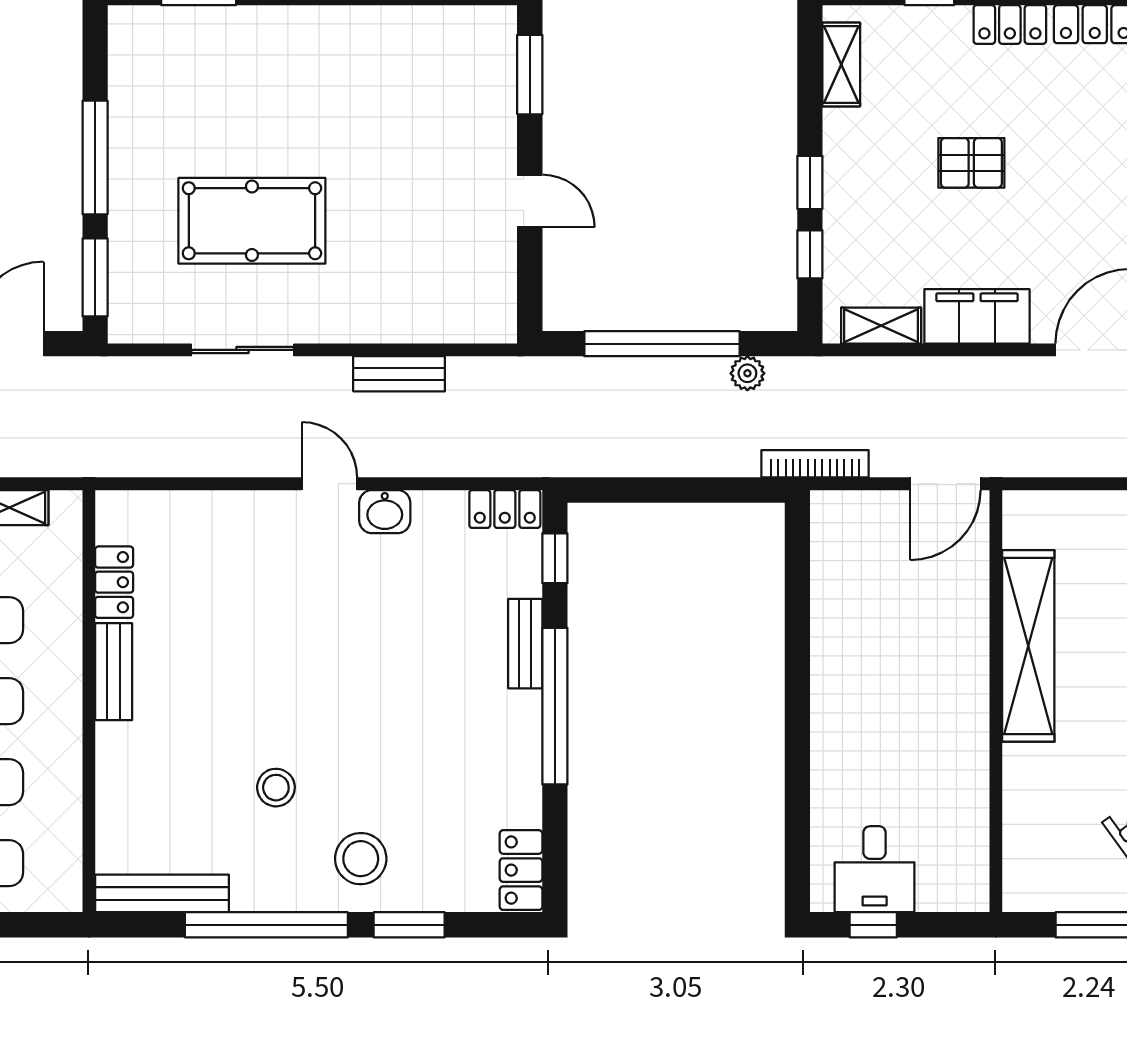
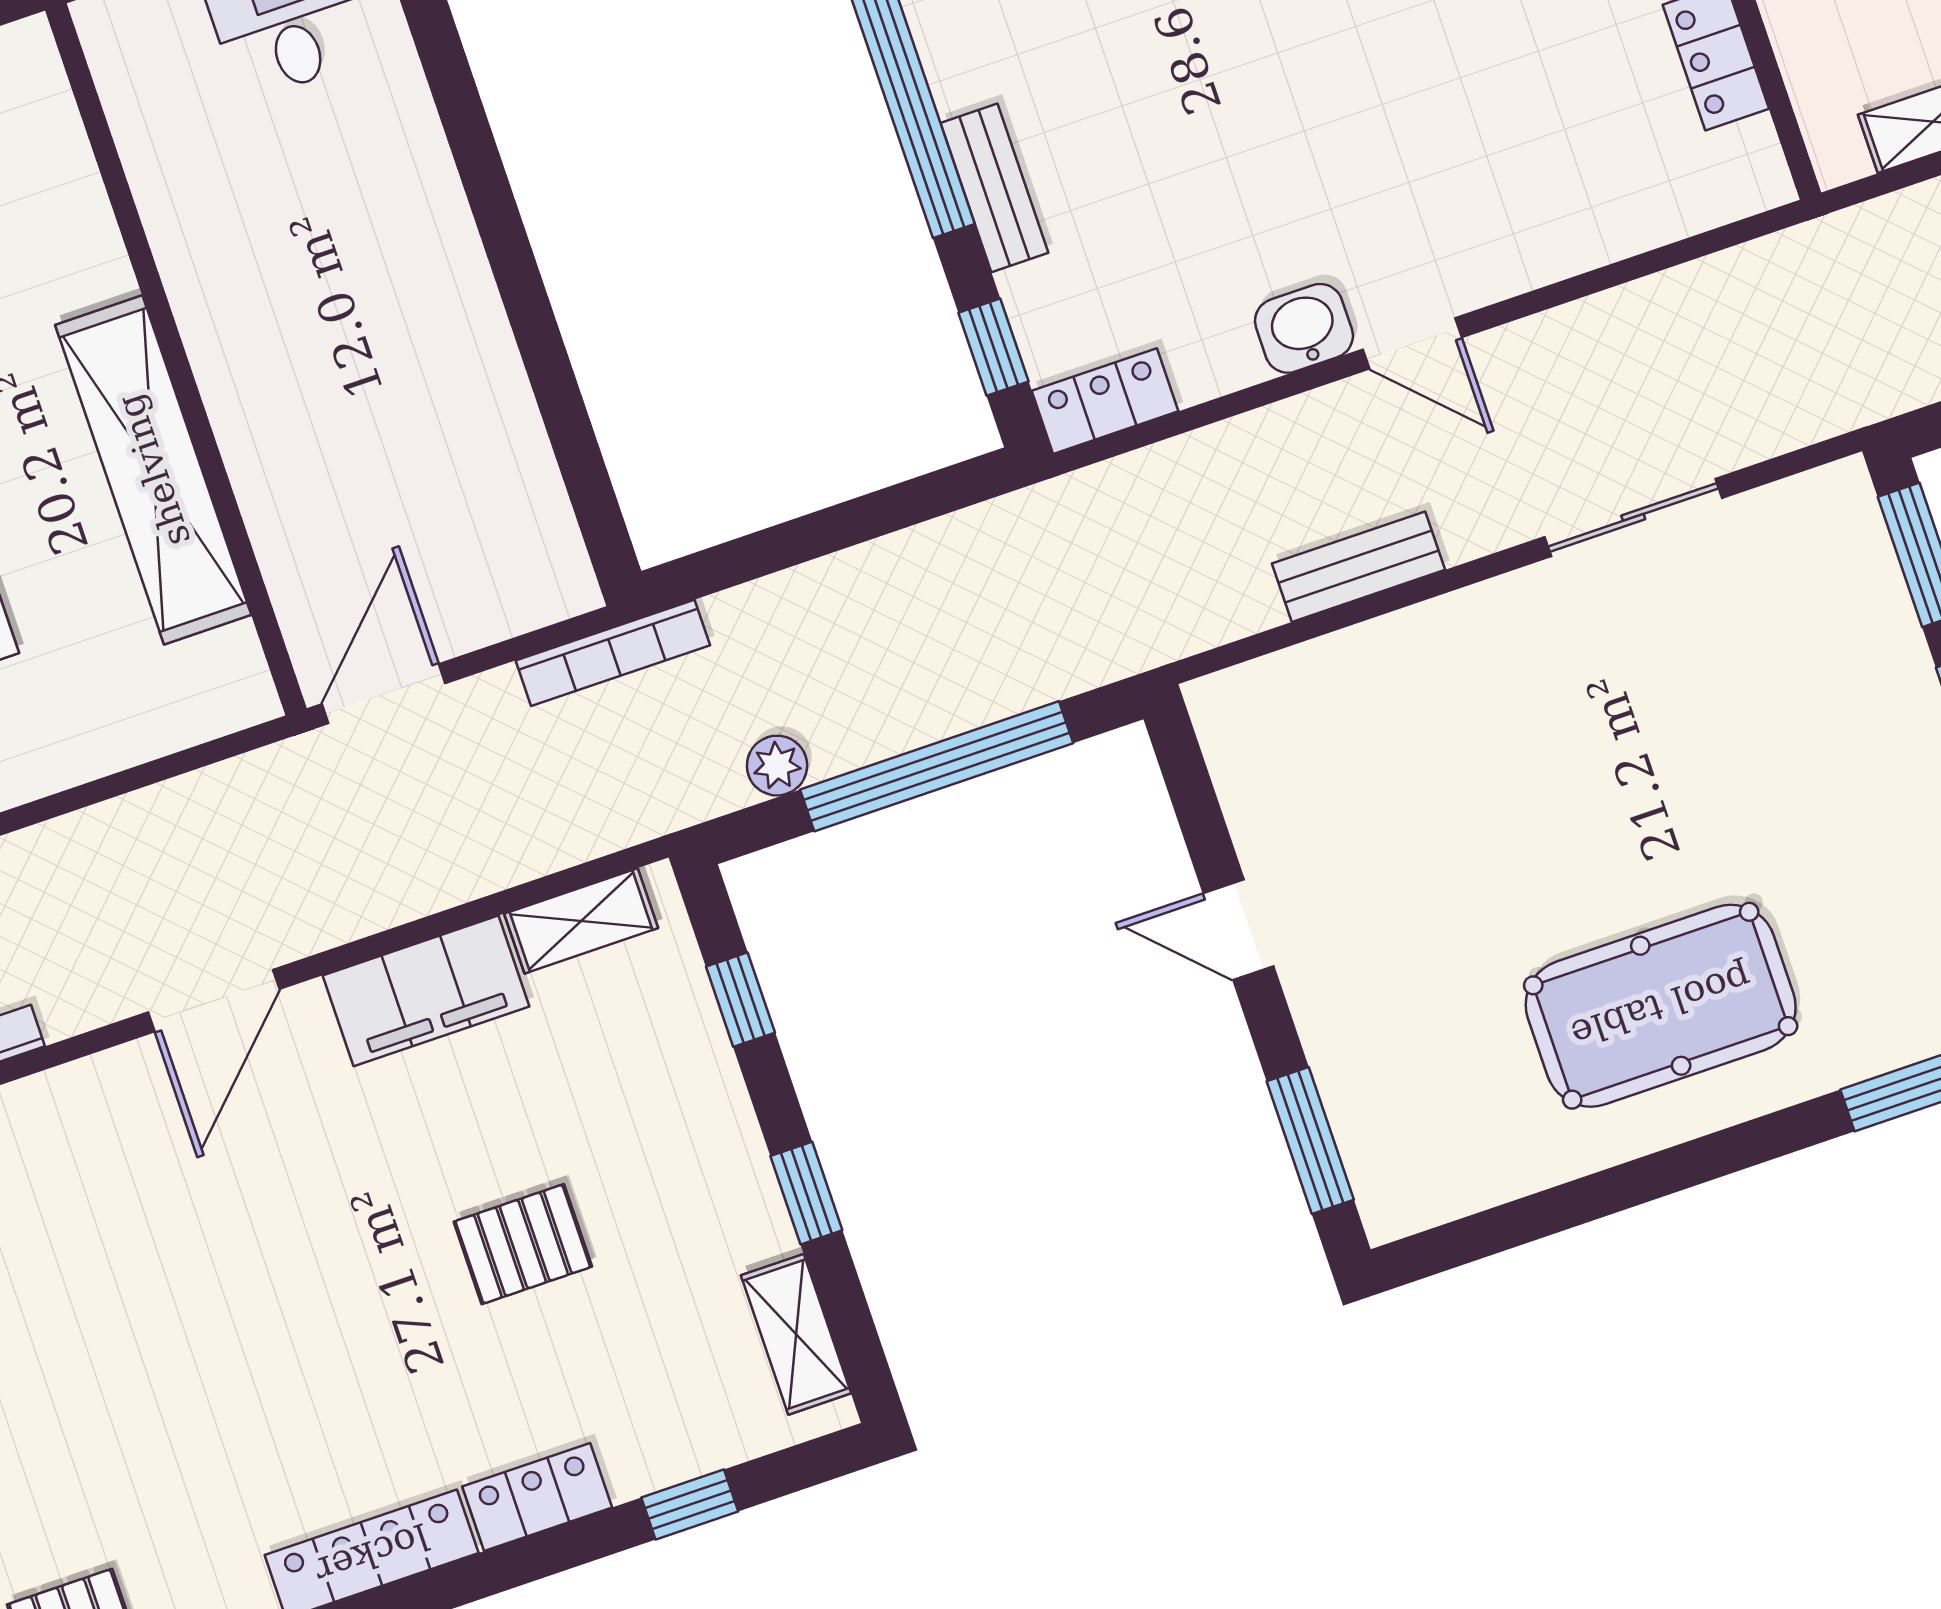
window: (810, 182) -> (806, 1193), moved
pool table: (252, 221) -> (1661, 1006), moved

